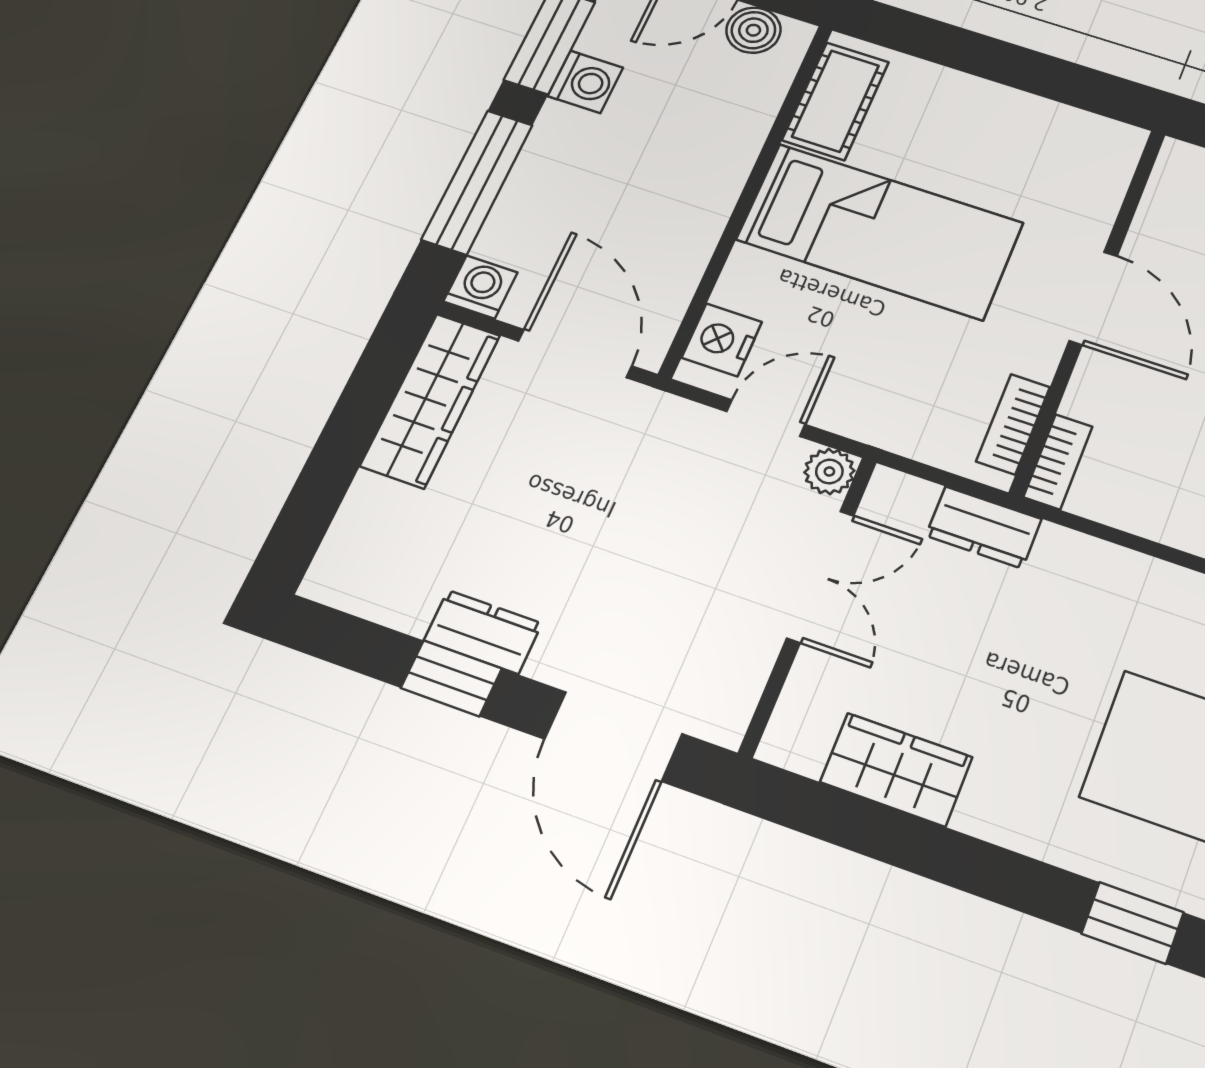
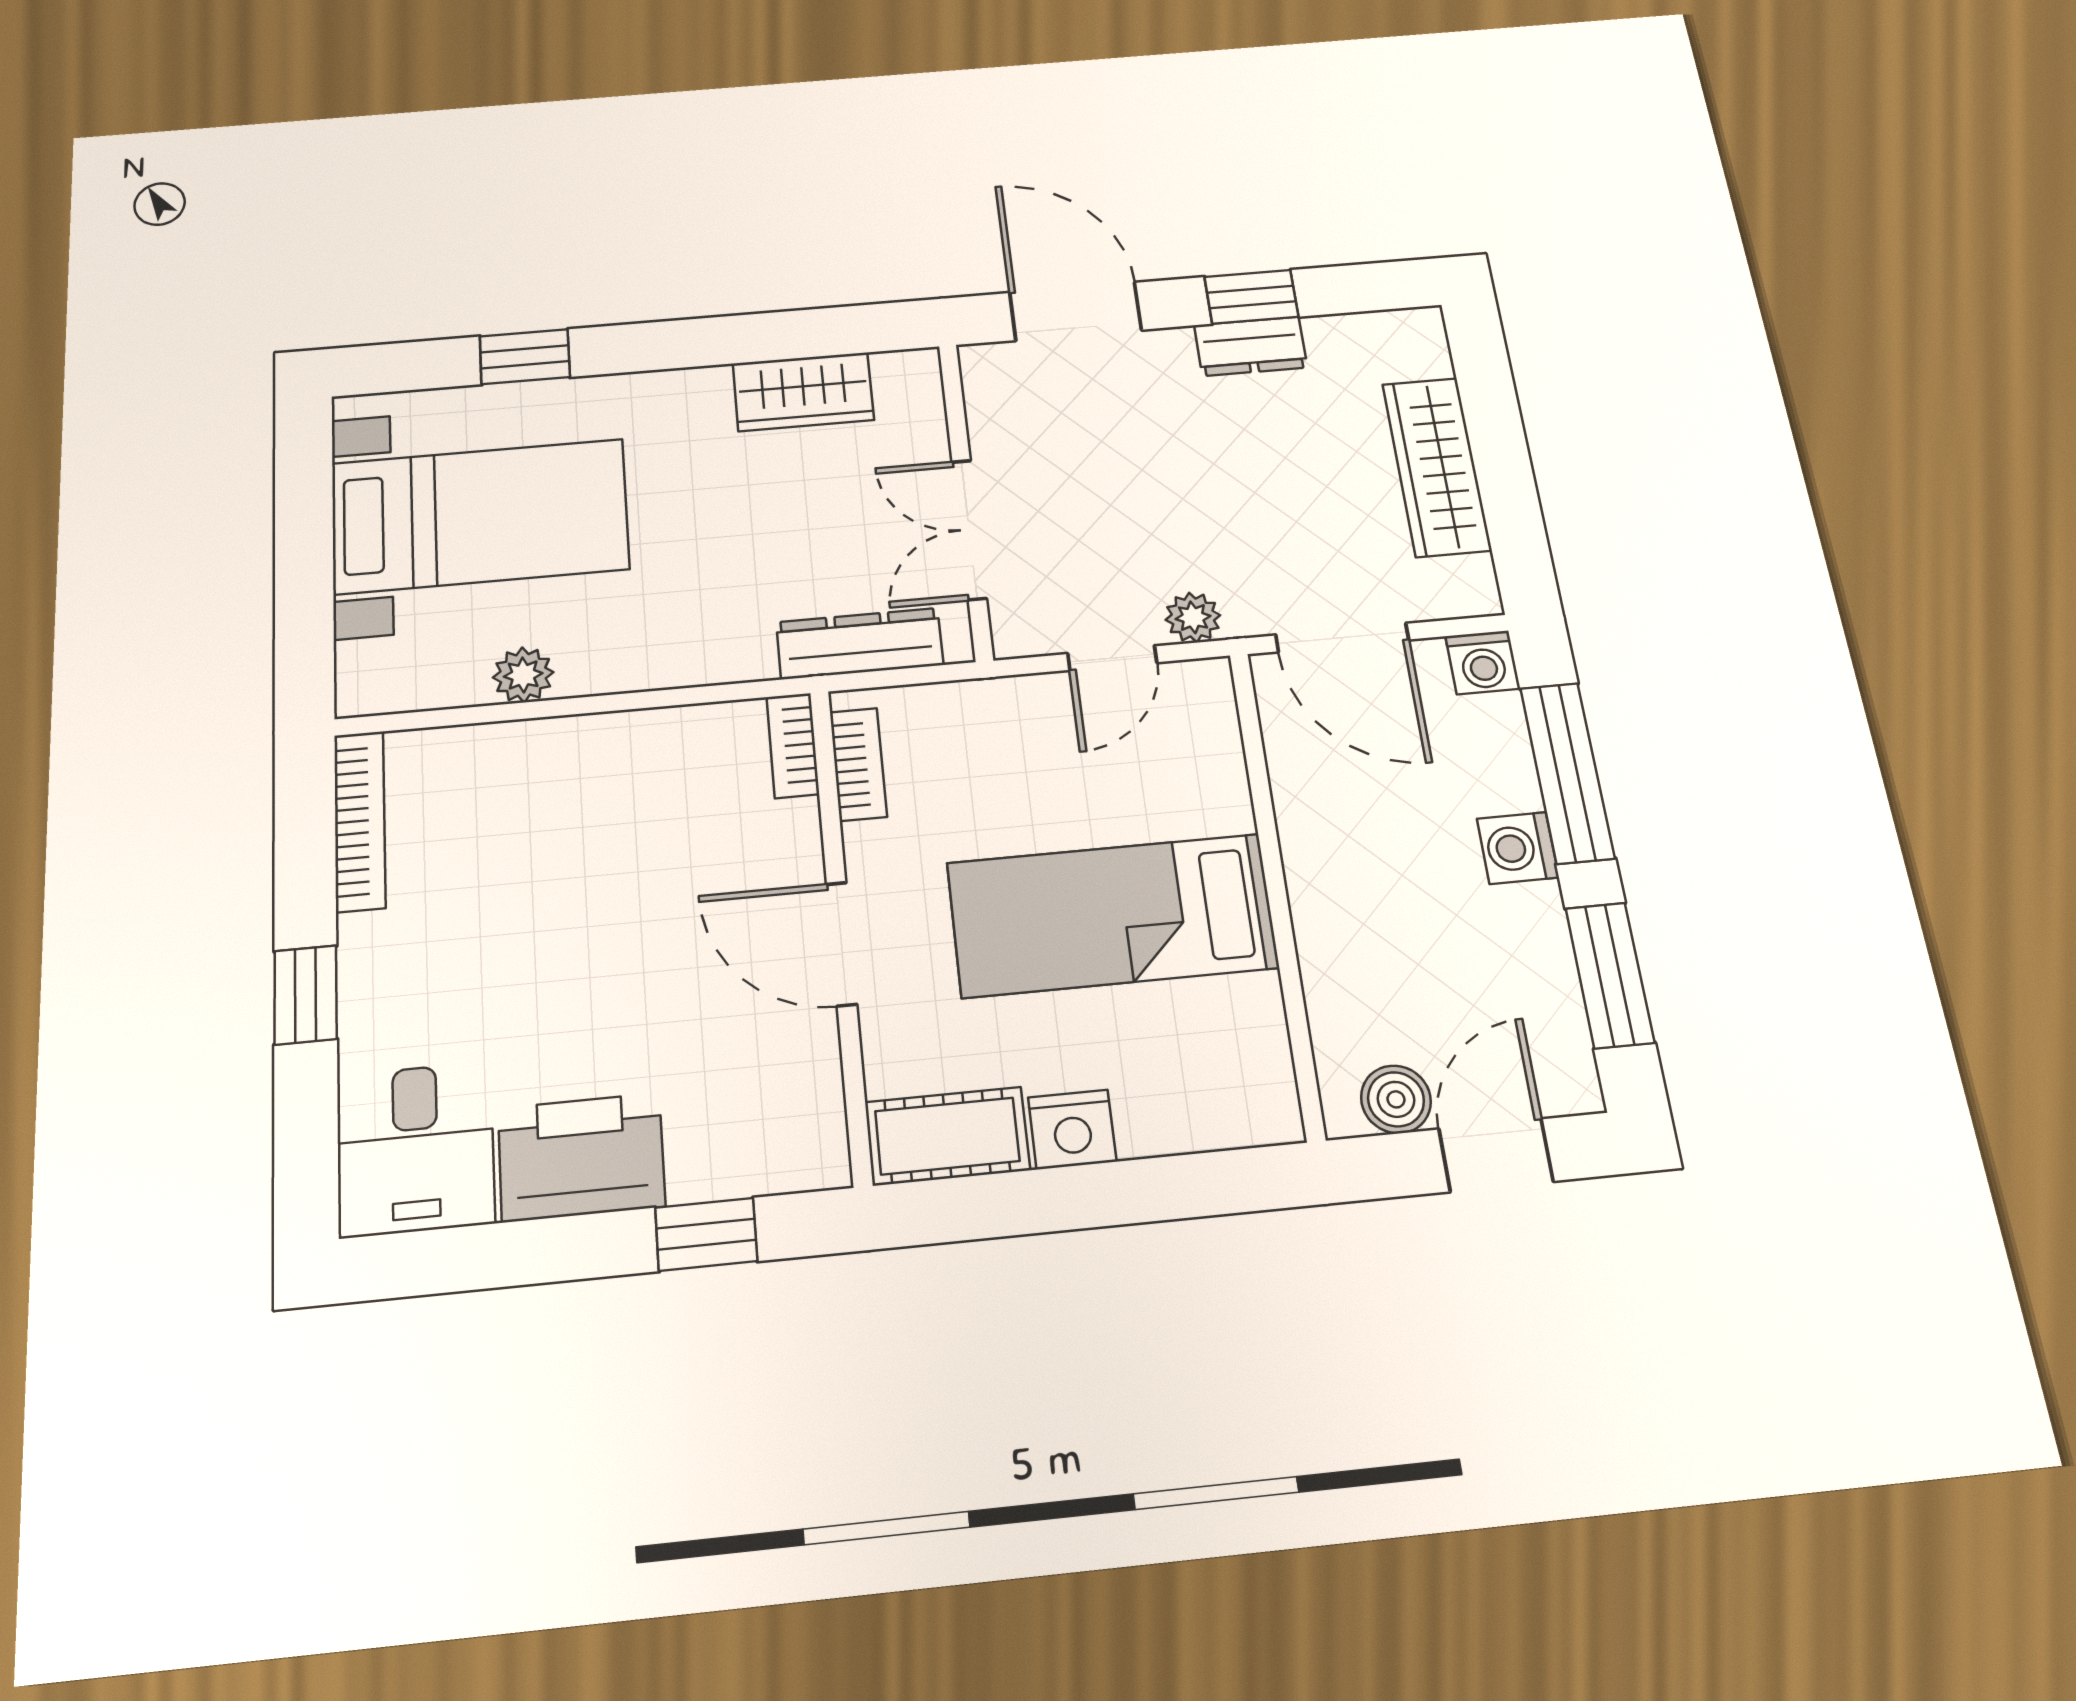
washing machine: (585, 82) -> (1518, 848), moved
cot: (835, 101) -> (947, 1136), moved, turned 90
nightstand: (722, 340) -> (1072, 1129), moved, turned 90
wardrobe: (431, 400) -> (1437, 467), moved
plant: (829, 471) -> (1193, 617), moved
dresser: (984, 527) -> (860, 644), width x1.44

